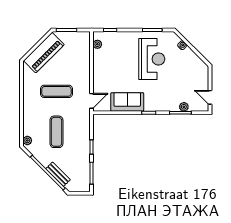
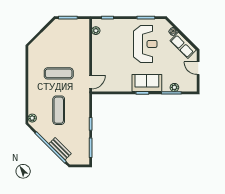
piano: (44, 53) -> (47, 38), removed
row of seats: (193, 60) -> (183, 45), added
door: (210, 97) -> (198, 68), moved
sofa: (127, 102) -> (147, 83), moved

